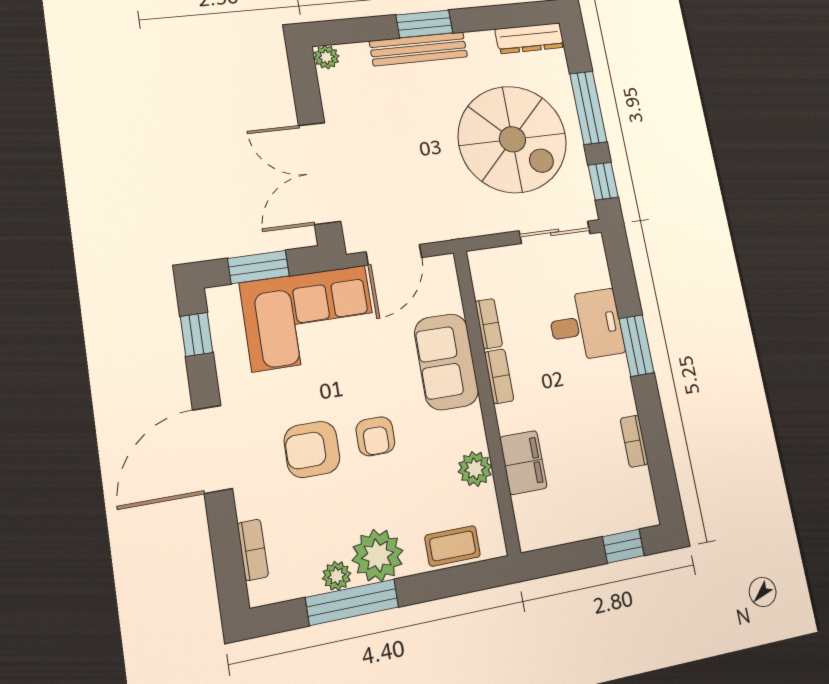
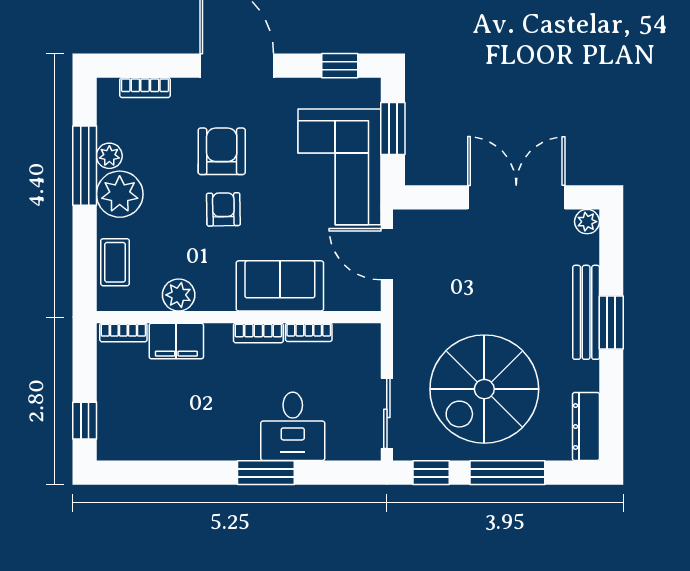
double door: (320, 173) -> (516, 197), moved
armchair: (375, 436) -> (223, 209), turned 89
bookcase: (634, 441) -> (123, 332), moved, turned 180

